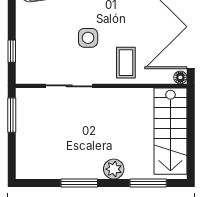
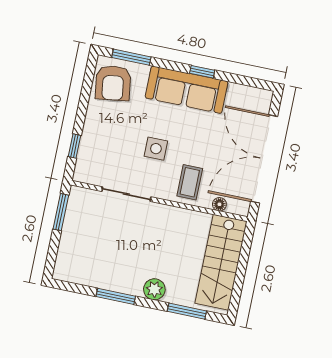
floor lamp: (180, 77) -> (219, 204), moved

